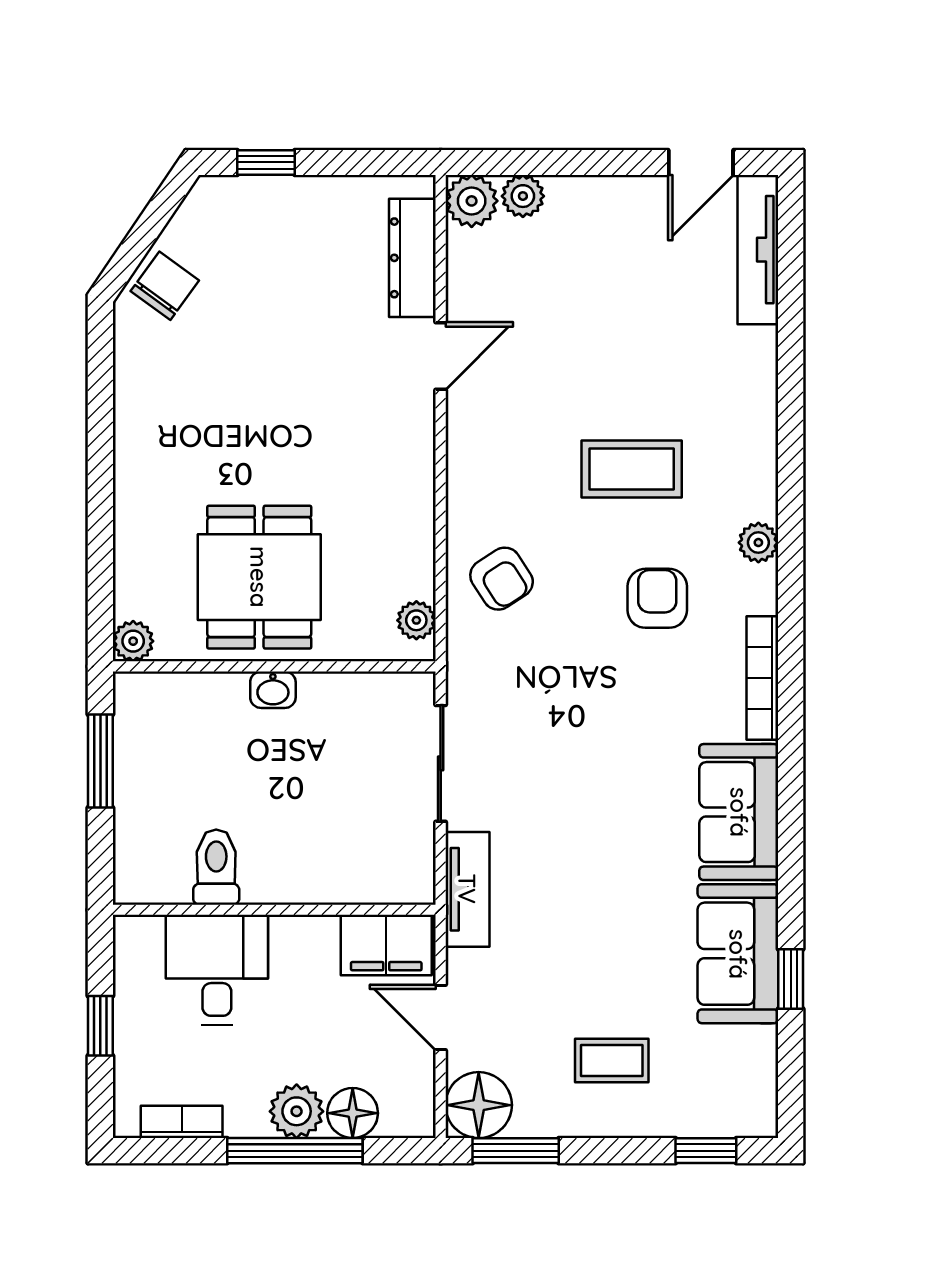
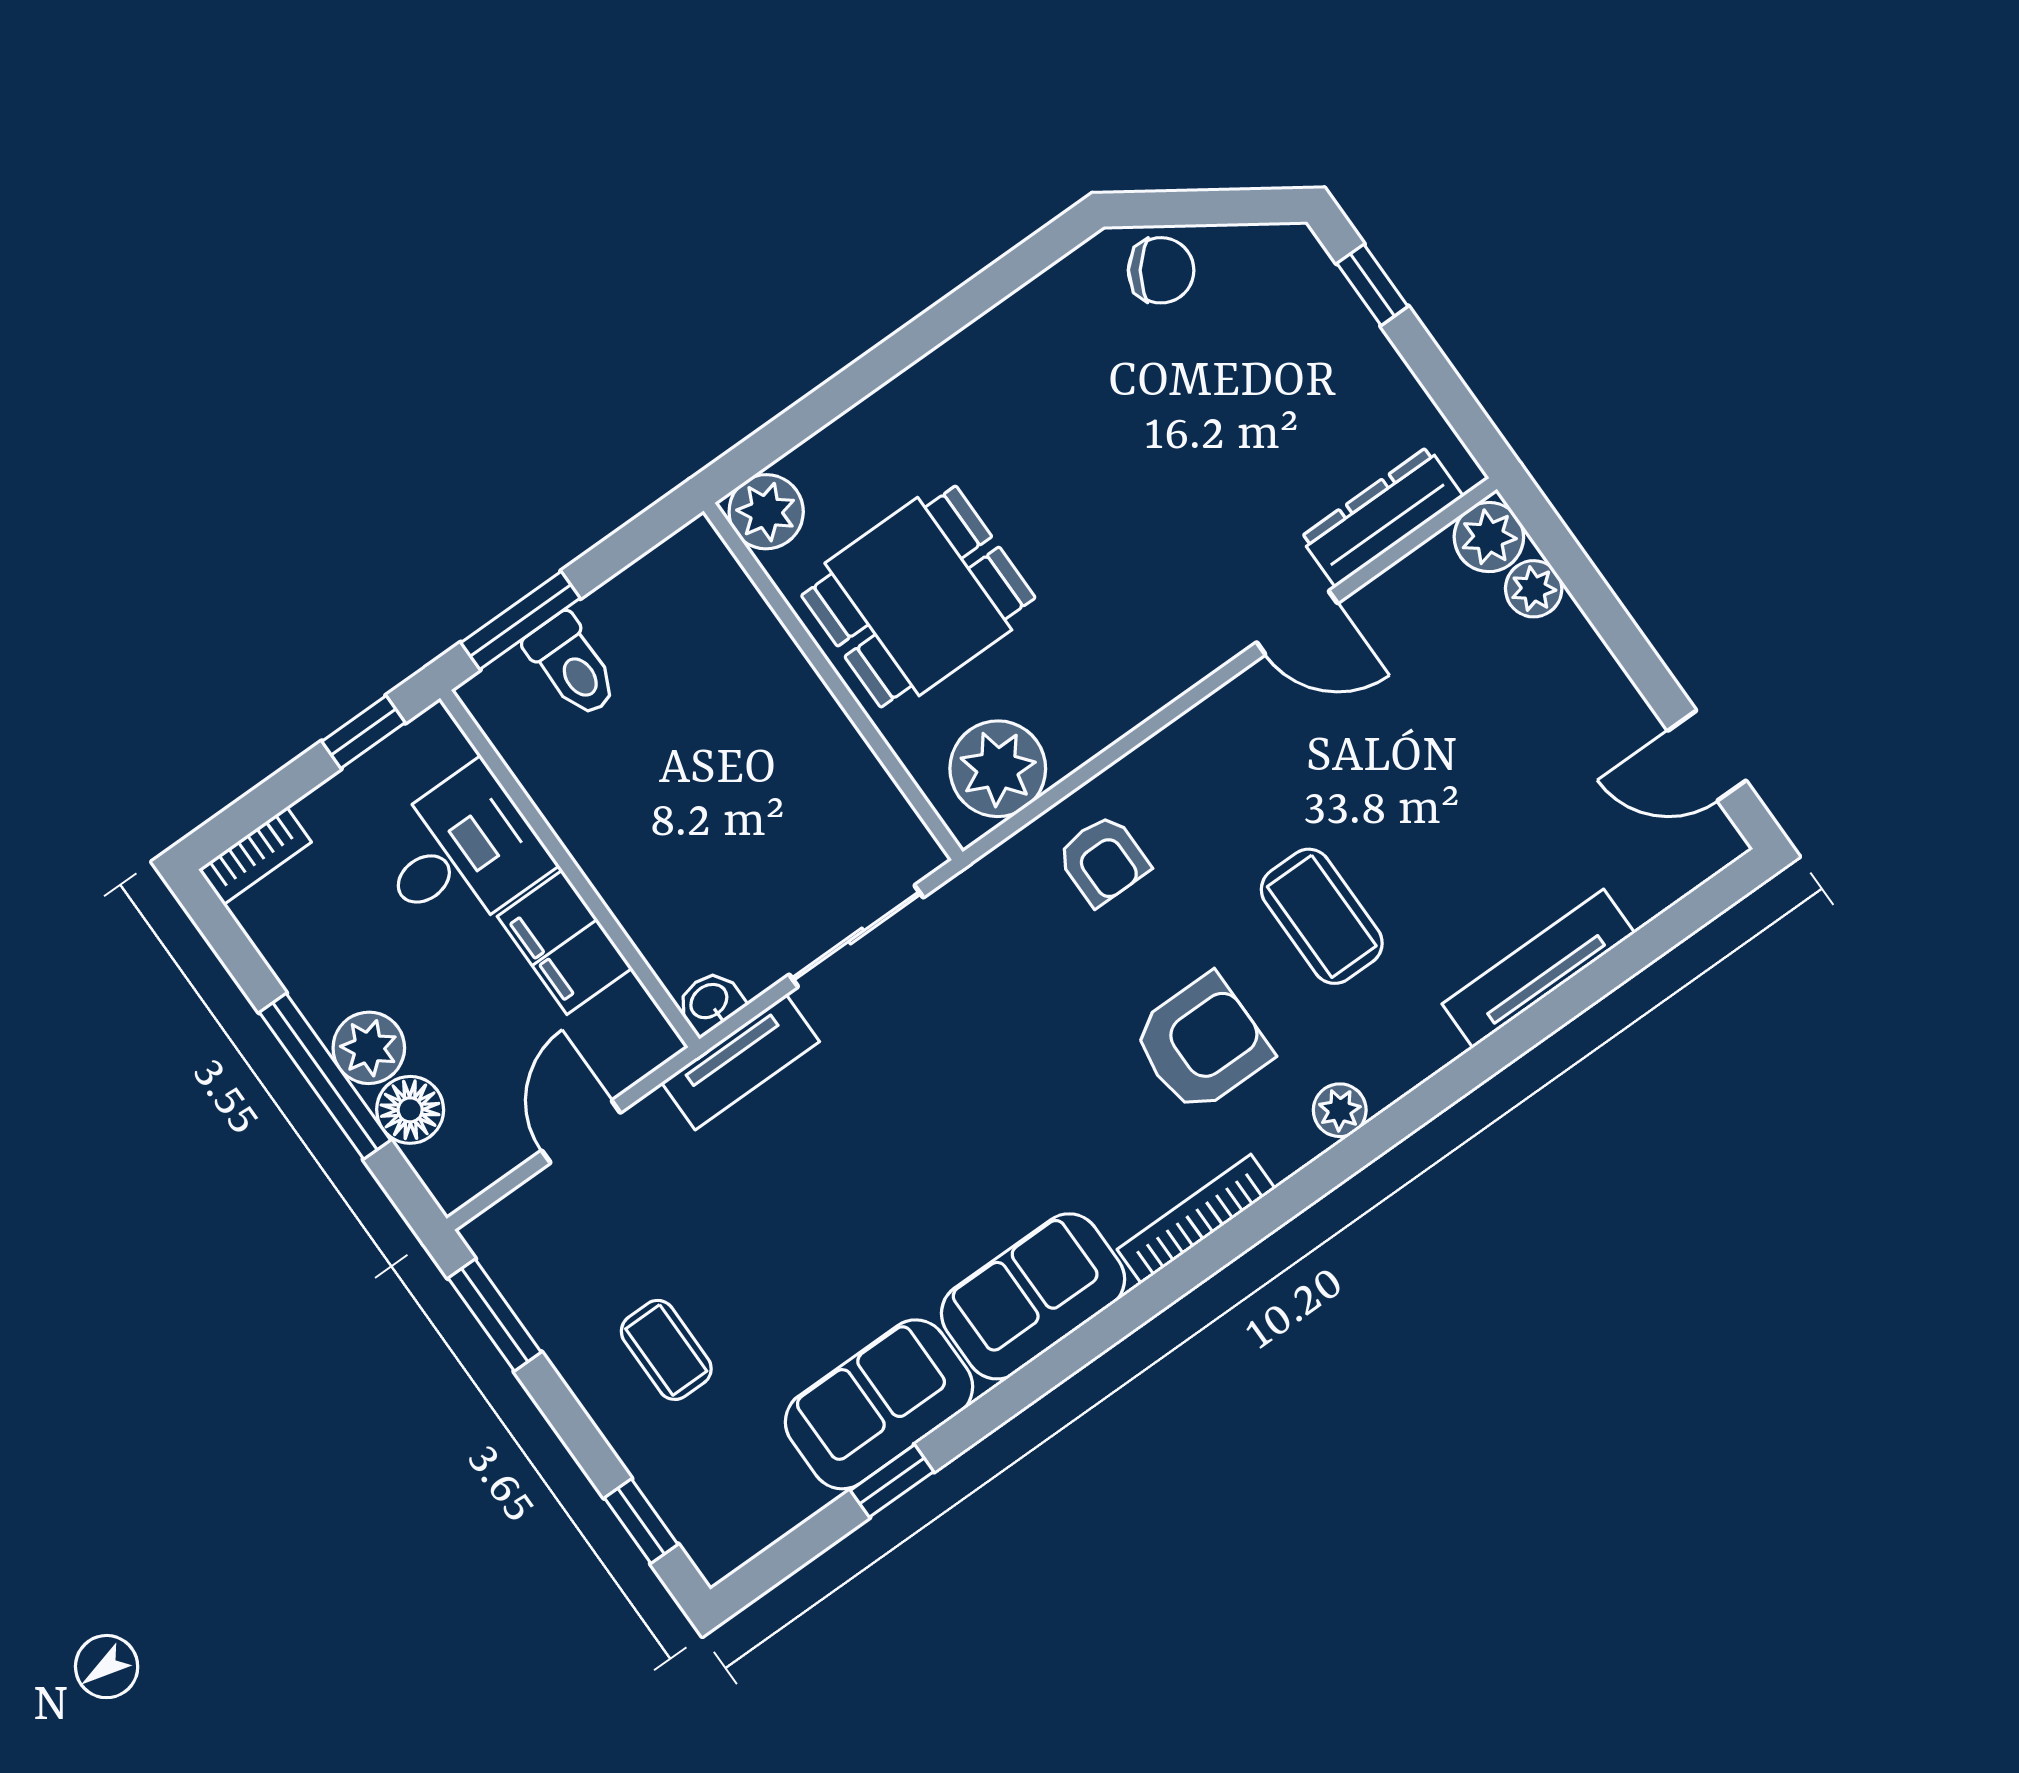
tv unit: (758, 250) -> (1538, 968), moved
armchair: (502, 579) -> (1103, 860), turned -57
armchair: (657, 598) -> (1202, 1044), width x1.38, depth x1.38
plant: (416, 620) -> (998, 769), width x1.87, depth x1.87
plant: (133, 641) -> (766, 512), width x1.38, depth x1.38
washbasin: (273, 690) -> (710, 1002), moved, turned 90
window: (100, 761) -> (521, 620), moved
toilet: (216, 867) -> (572, 666), moved, turned 90
filing cabinet: (386, 945) -> (565, 942), moved
window: (100, 1026) -> (364, 732), moved
floor lamp: (479, 1105) -> (516, 1240), removed
bookcase: (182, 1122) -> (255, 856), moved, turned 90

